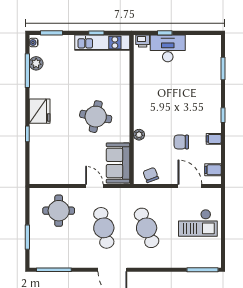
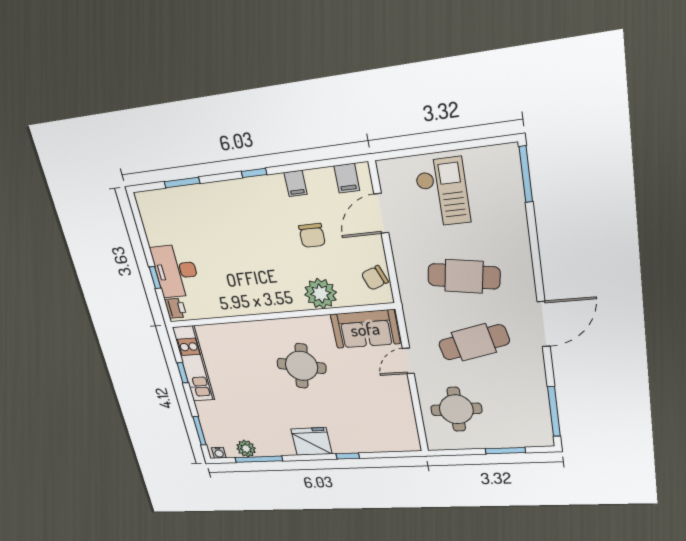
plant: (139, 135) -> (321, 294), width x1.88, depth x1.88
cafe table: (147, 228) -> (464, 276), turned 30

